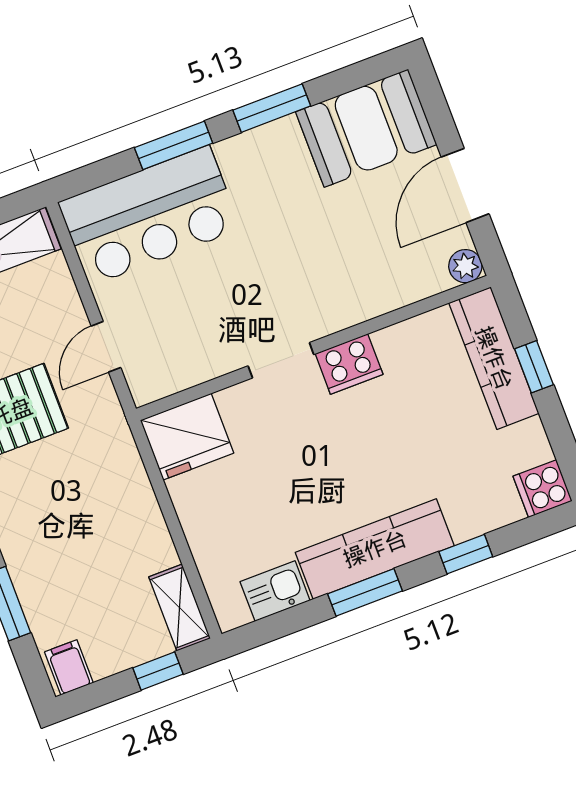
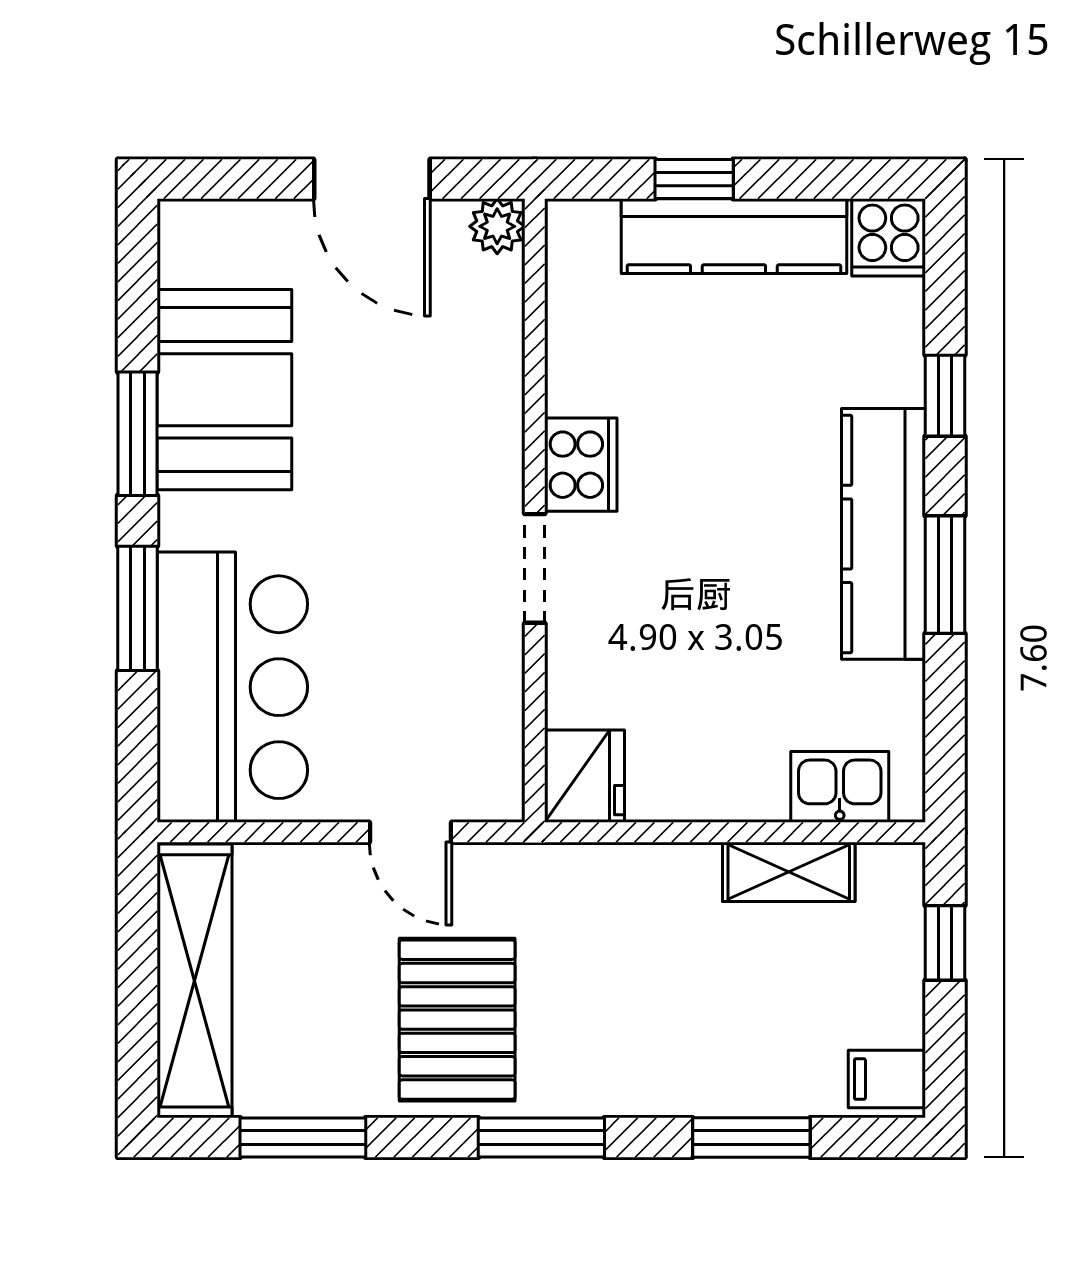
booth: (366, 128) -> (224, 390), moved
kitchen counter: (494, 358) -> (734, 236), moved
fridge: (187, 437) -> (584, 776), width x0.73, depth x0.75
kitchen sink: (275, 591) -> (840, 787), moved, turned 90
shelving: (180, 608) -> (789, 872), moved

